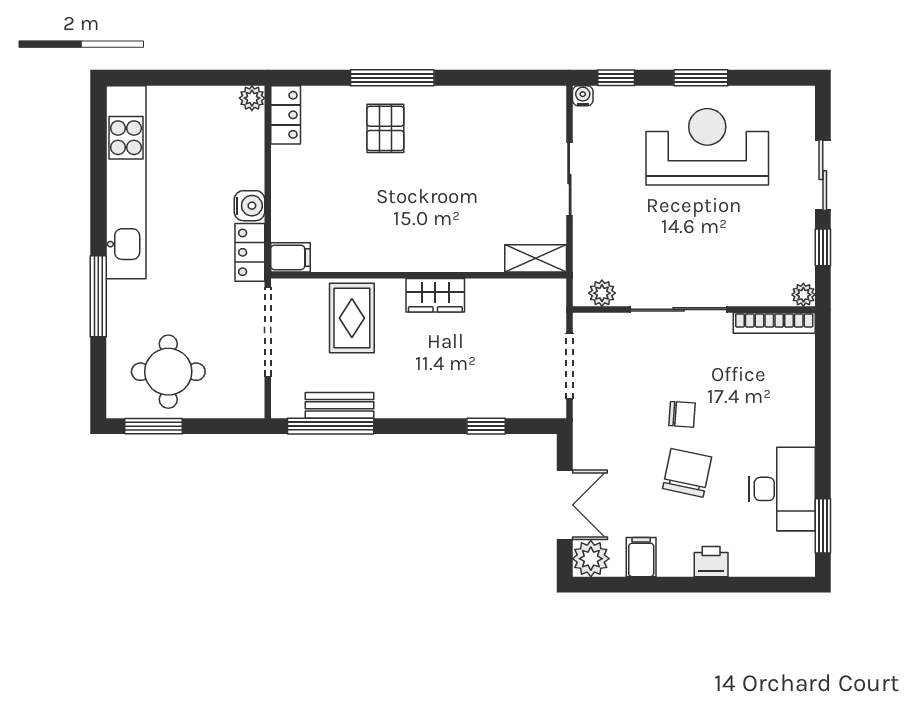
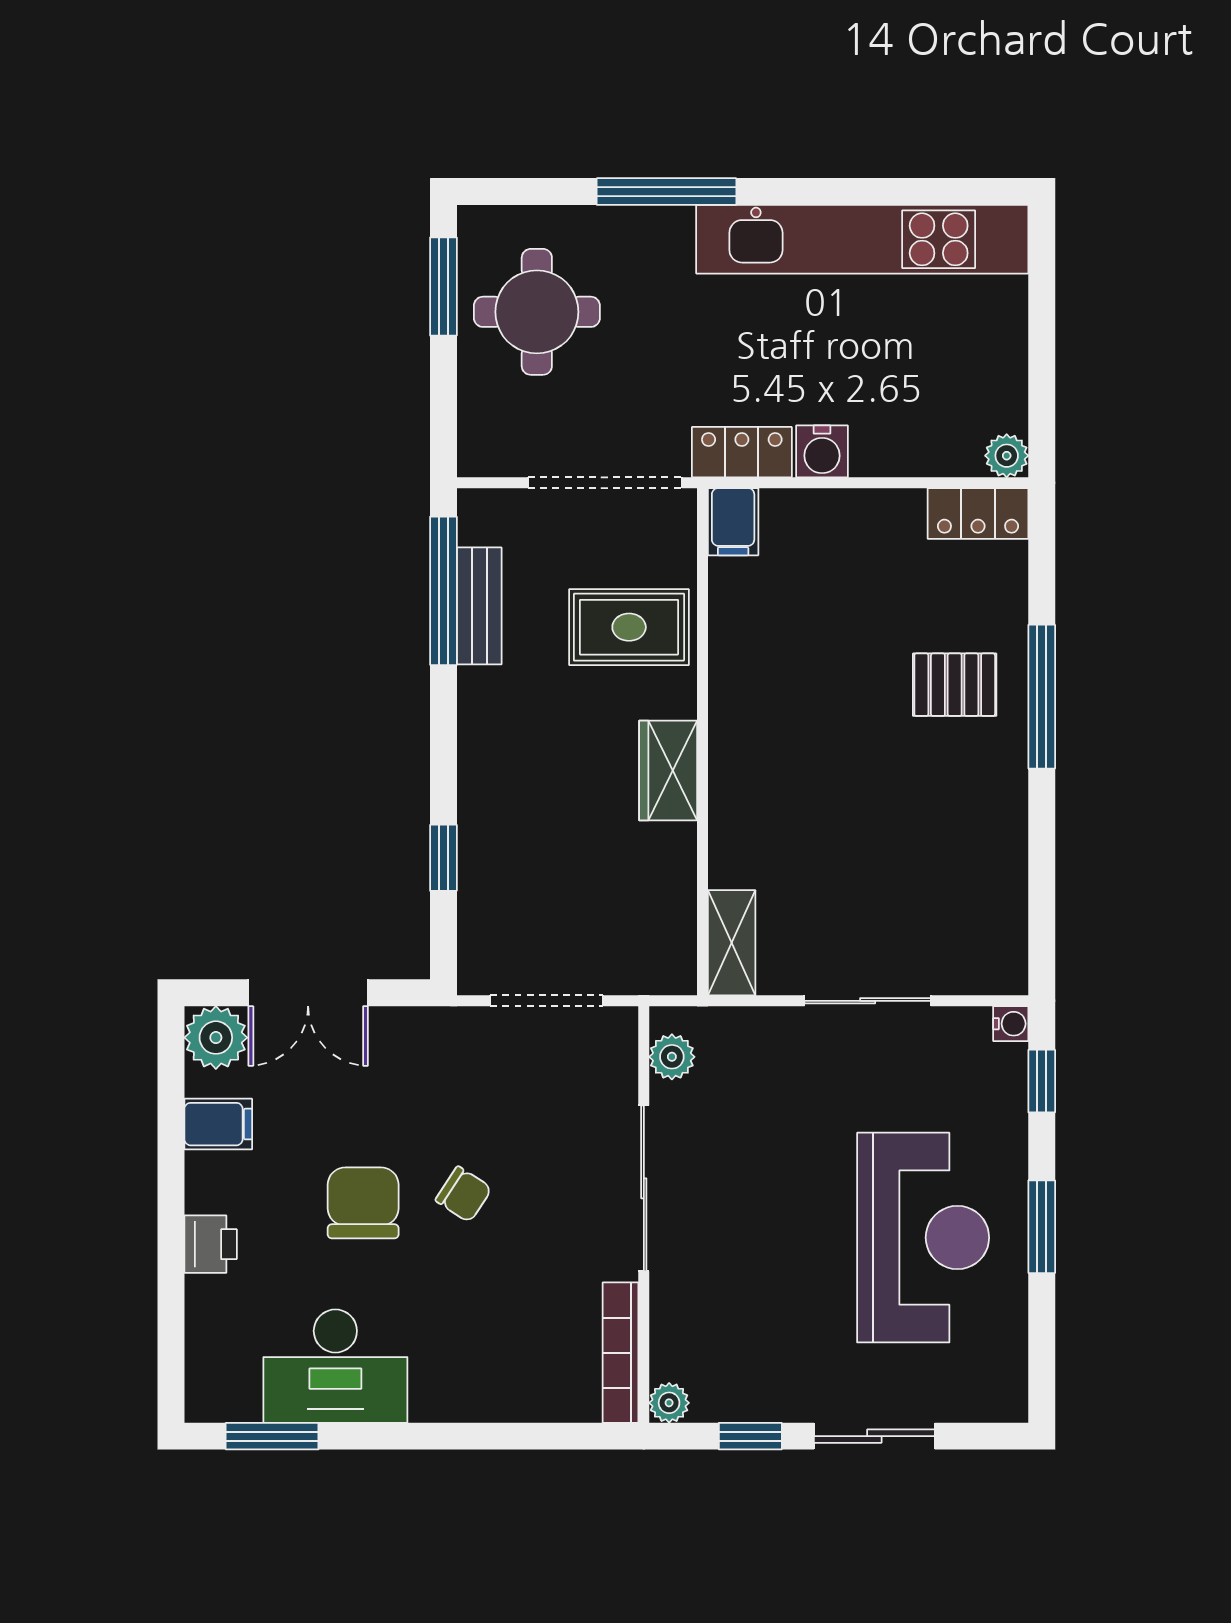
chair: (682, 414) -> (464, 1194), turned -61
chair: (687, 473) -> (363, 1203), turned -102

